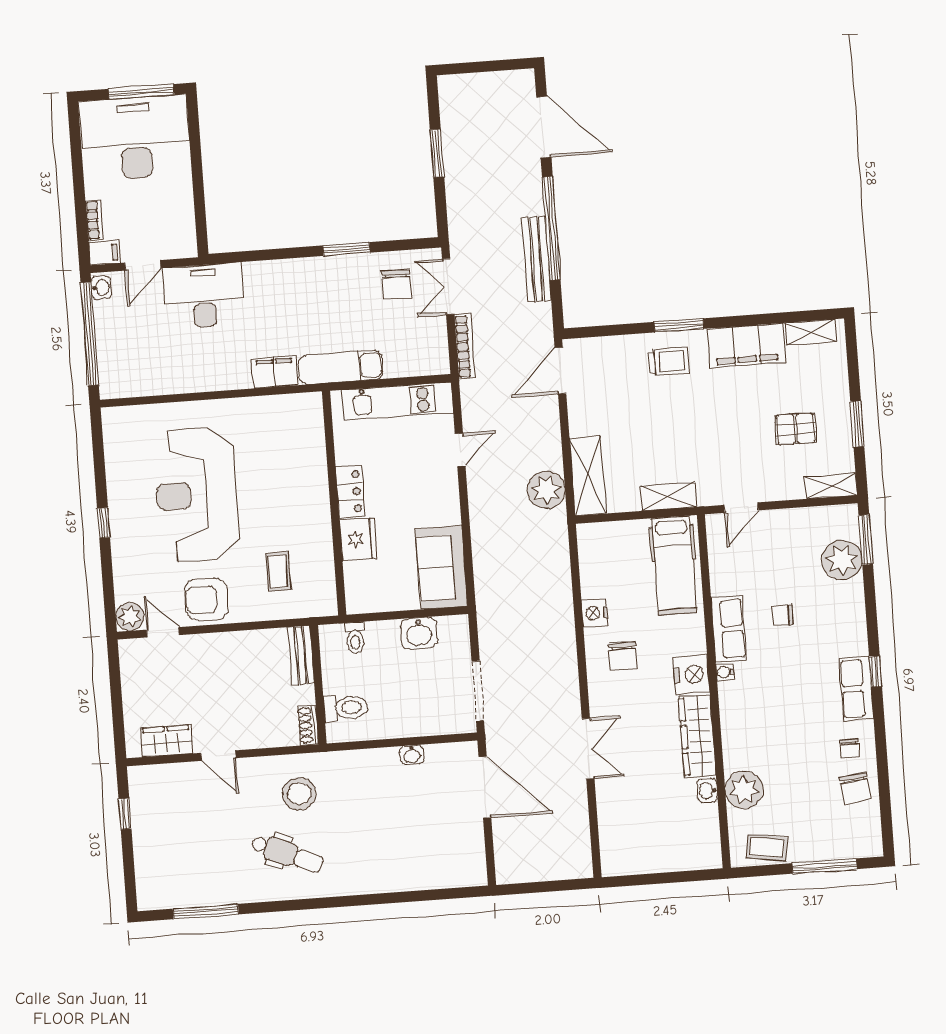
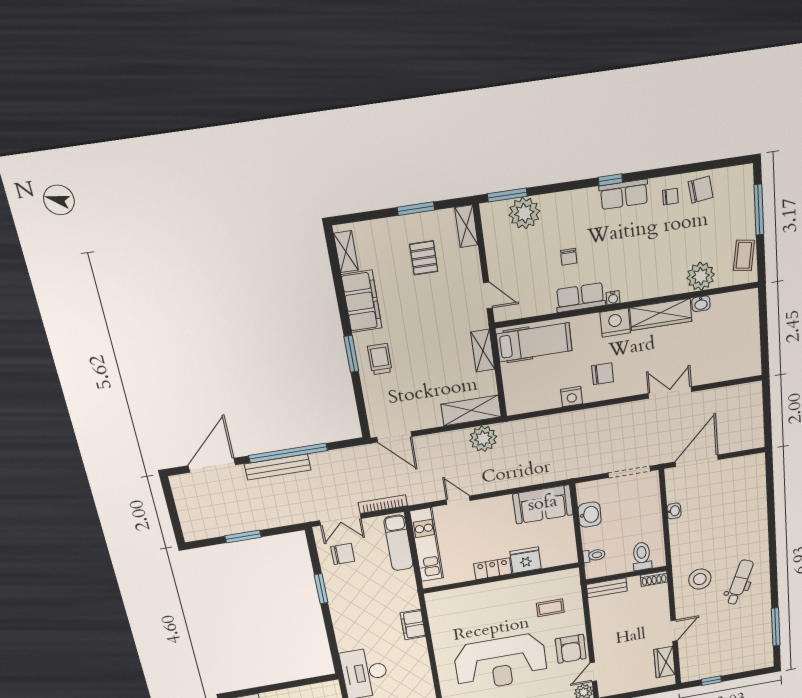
bench: (536, 259) -> (278, 467), moved
exam couch: (341, 367) -> (399, 543), moved

